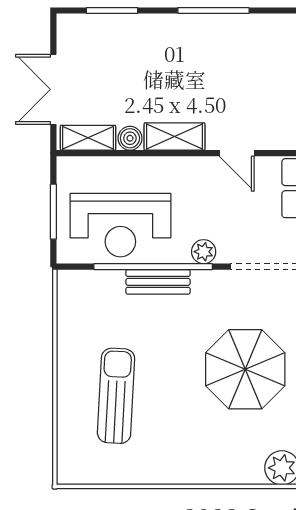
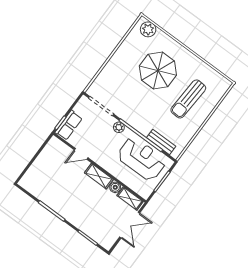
door: (237, 153) -> (81, 154), swing flipped
bench: (158, 282) -> (161, 142), moved
parasol: (245, 369) -> (158, 71), moved

